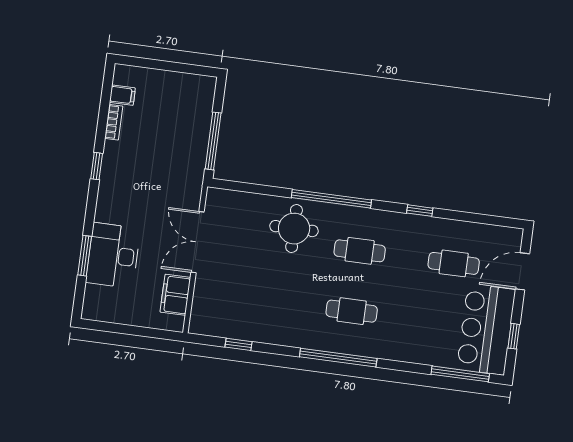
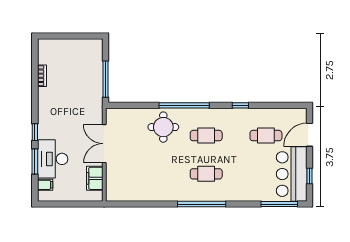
filing cabinet: (122, 95) -> (45, 185), moved
window: (97, 166) -> (35, 132), moved
window: (239, 344) -> (138, 204), removed

